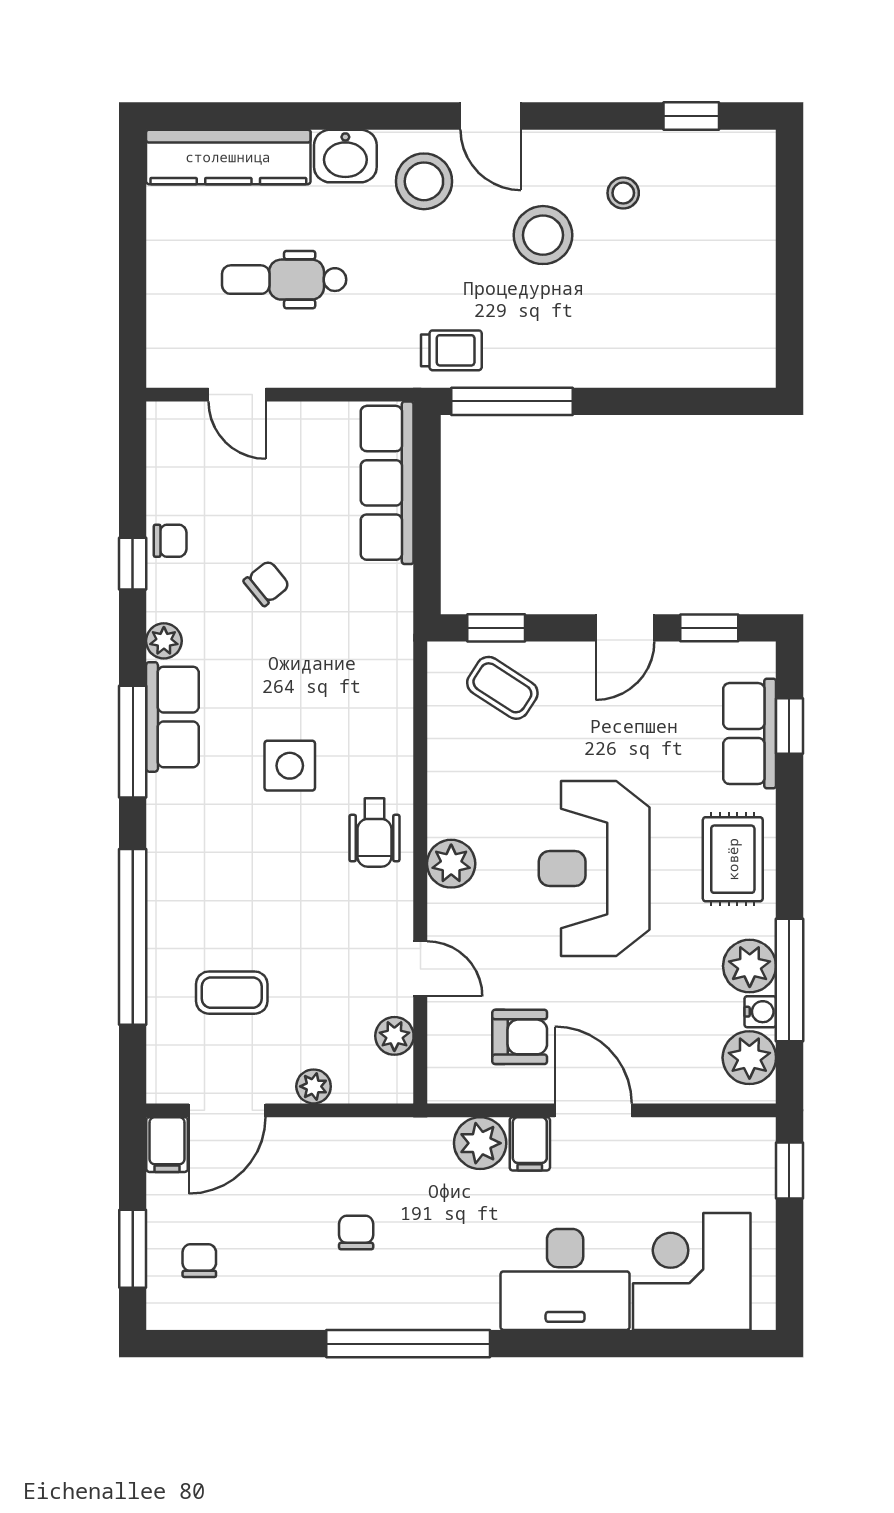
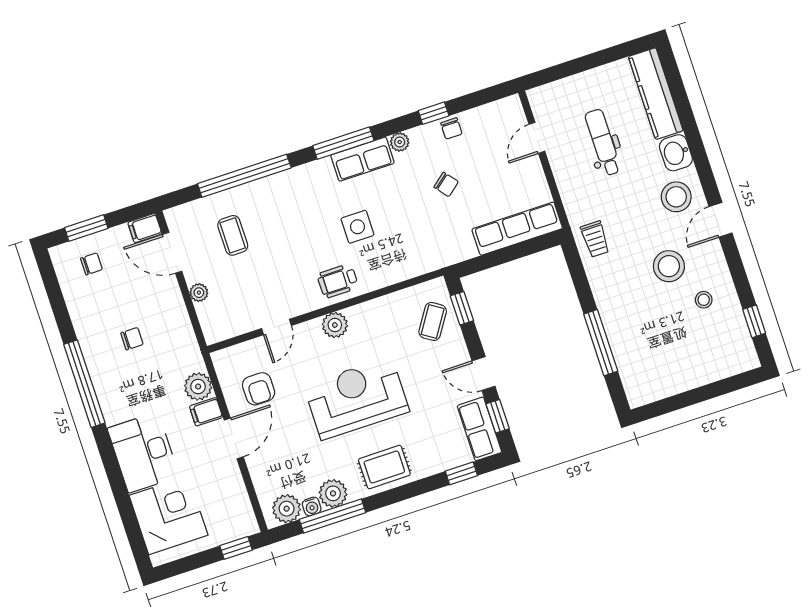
window: (512, 401) -> (601, 343), moved
row of seats: (750, 734) -> (479, 429), moved, turned -90
plant: (394, 1036) -> (238, 325), removed

